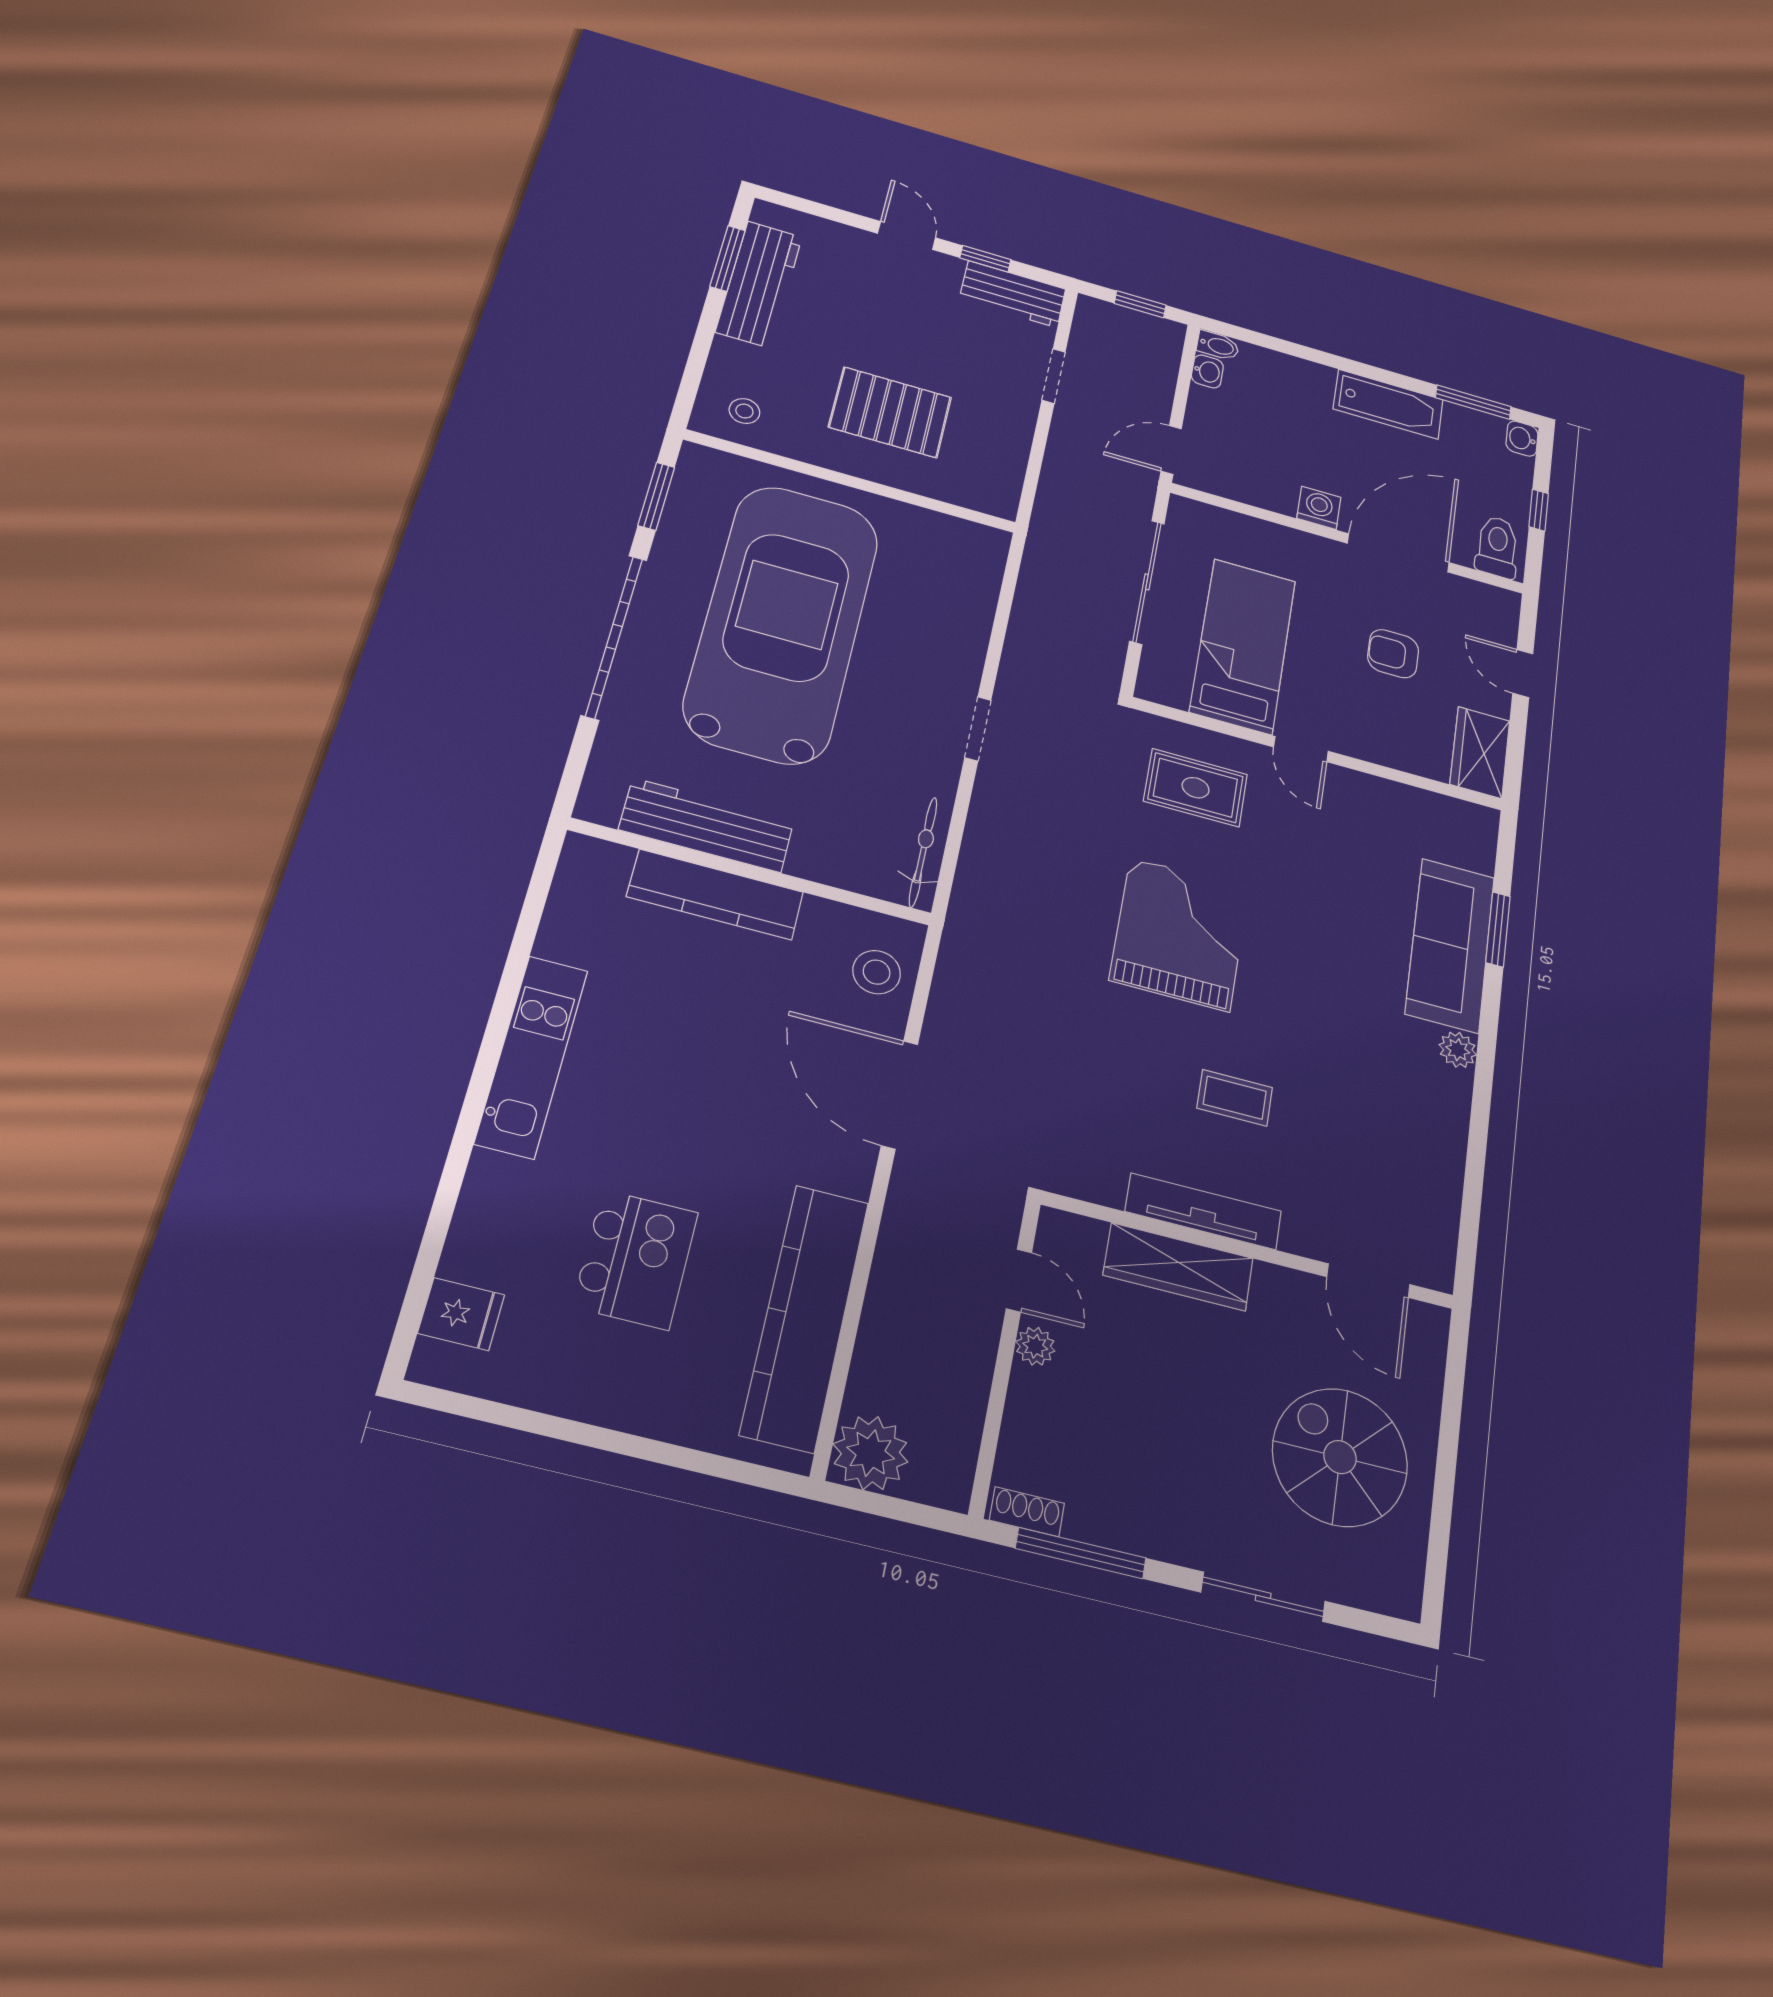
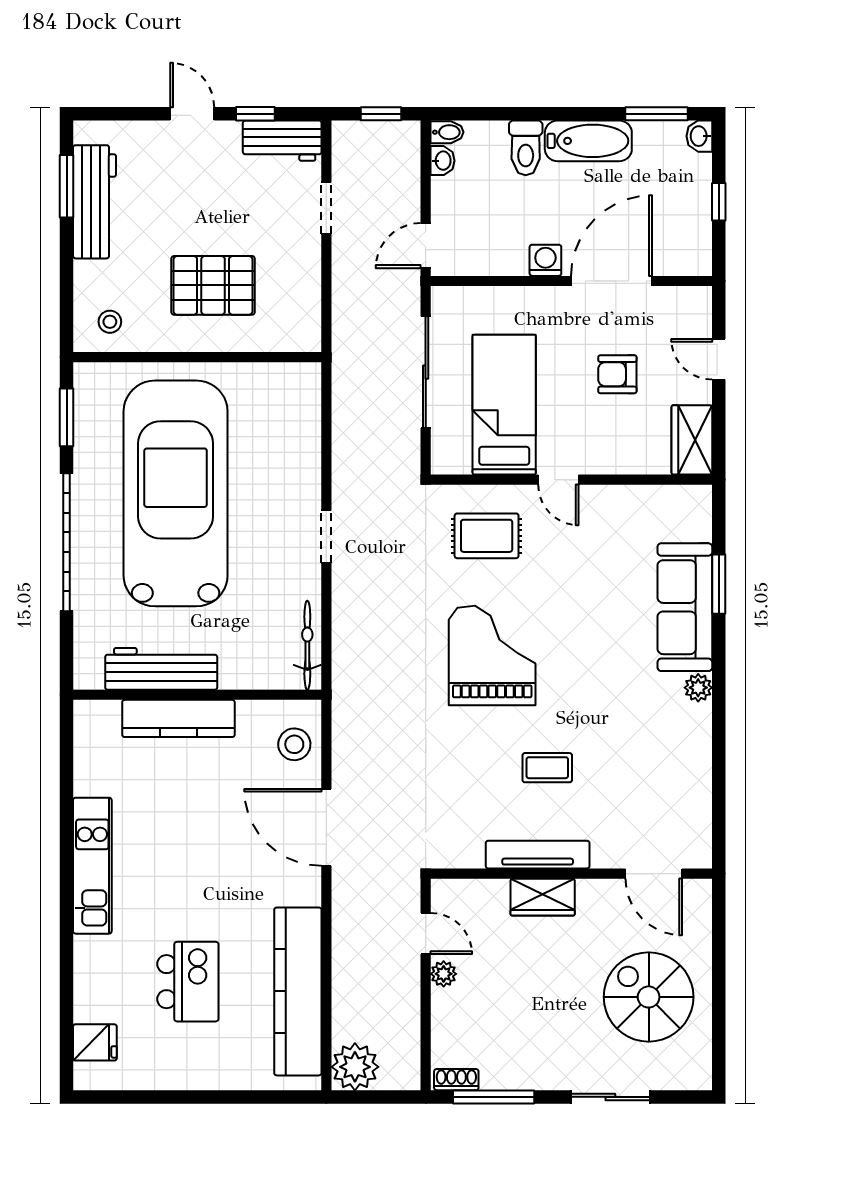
toilet: (1497, 547) -> (526, 148), moved, turned 180
wardrobe: (1178, 1267) -> (543, 897), width x0.67

